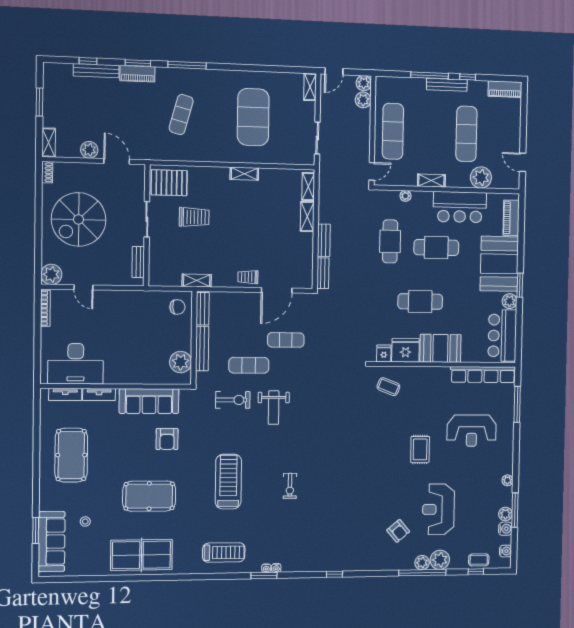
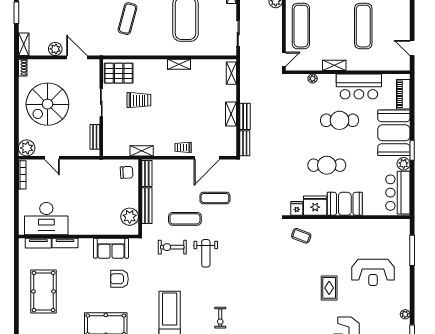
plant: (481, 177) -> (376, 62), removed
shelving: (307, 216) -> (231, 114), moved
cafe table: (390, 241) -> (300, 116), removed
row of seats: (483, 375) -> (382, 225), removed
exercise bike: (233, 400) -> (172, 247), turned 180
sofa: (149, 401) -> (111, 248), width x0.73
armchair: (167, 439) -> (120, 279), turned 90

